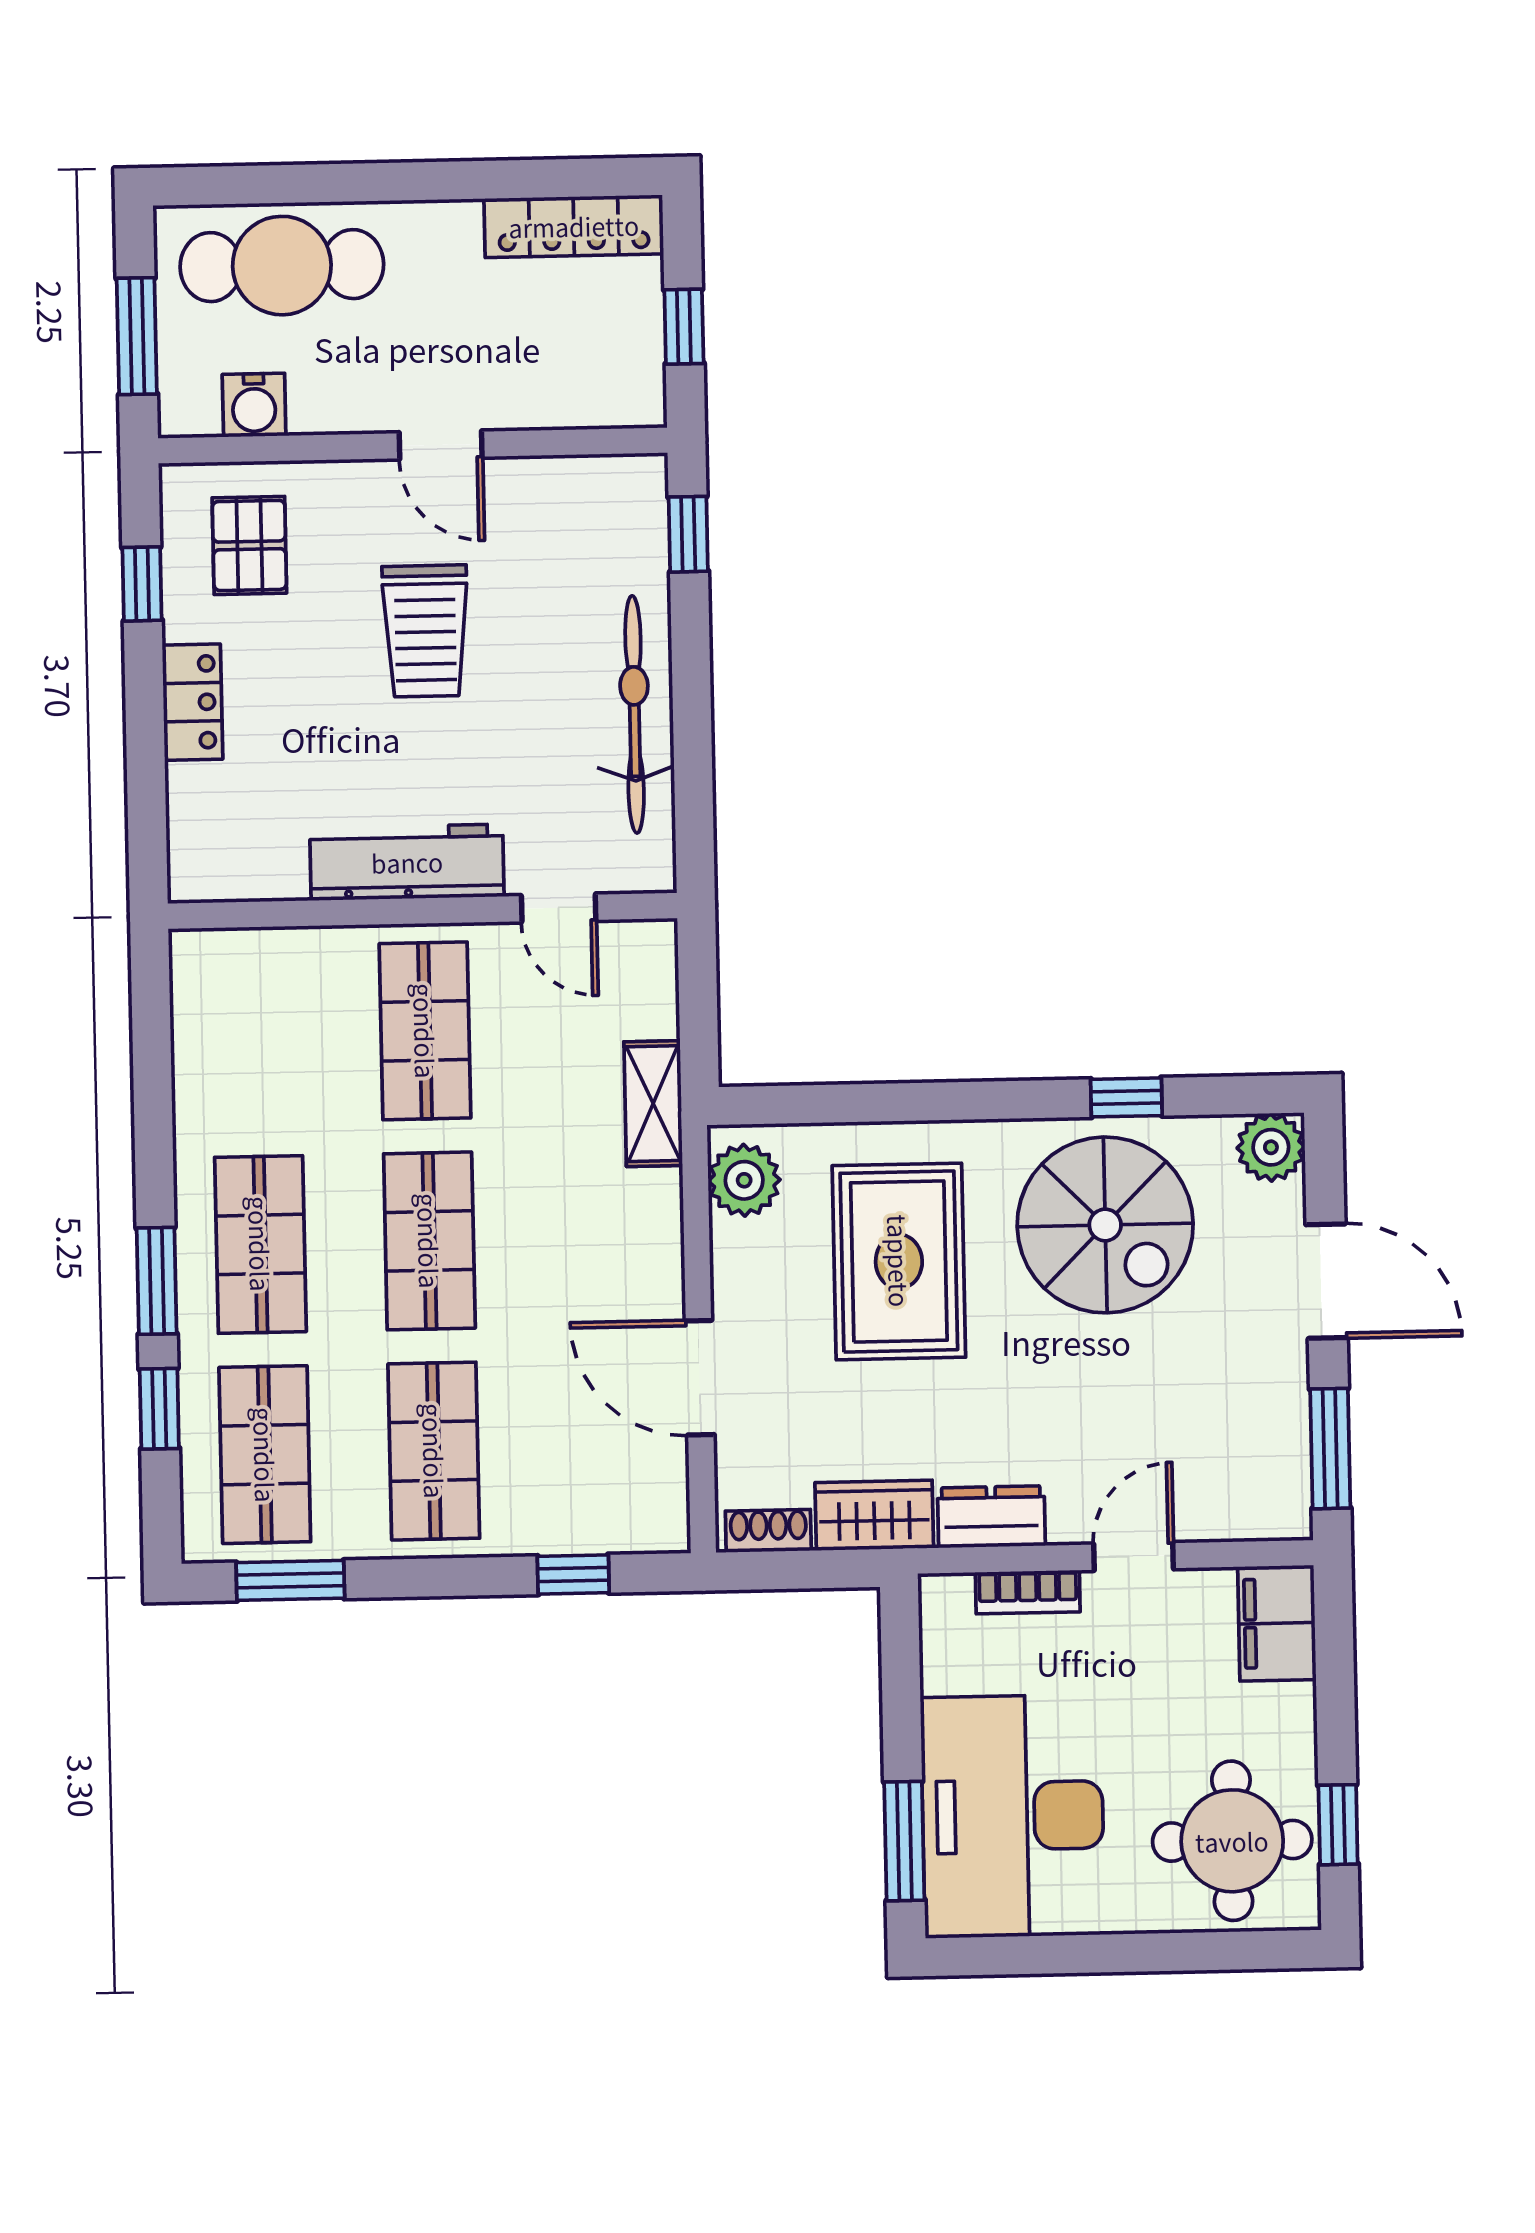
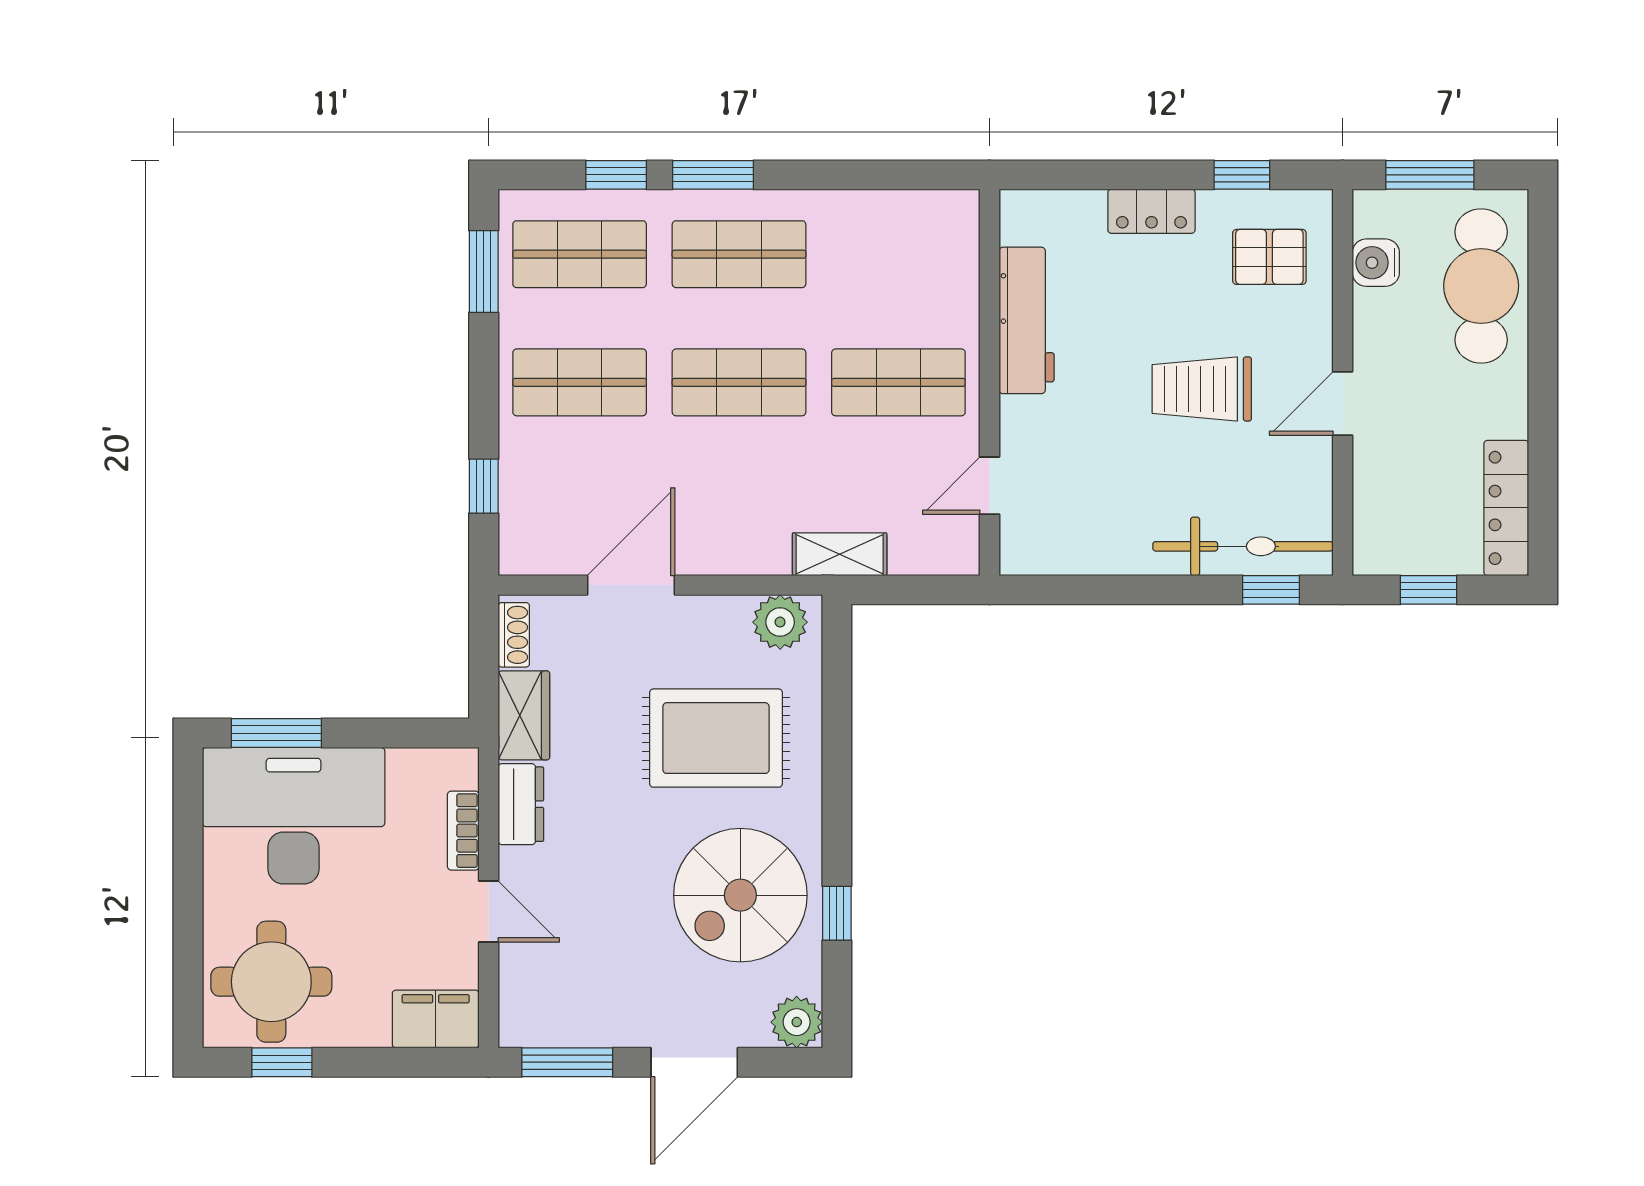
bicycle: (635, 714) -> (1243, 546), moved
workbench: (407, 862) -> (1027, 320), moved

